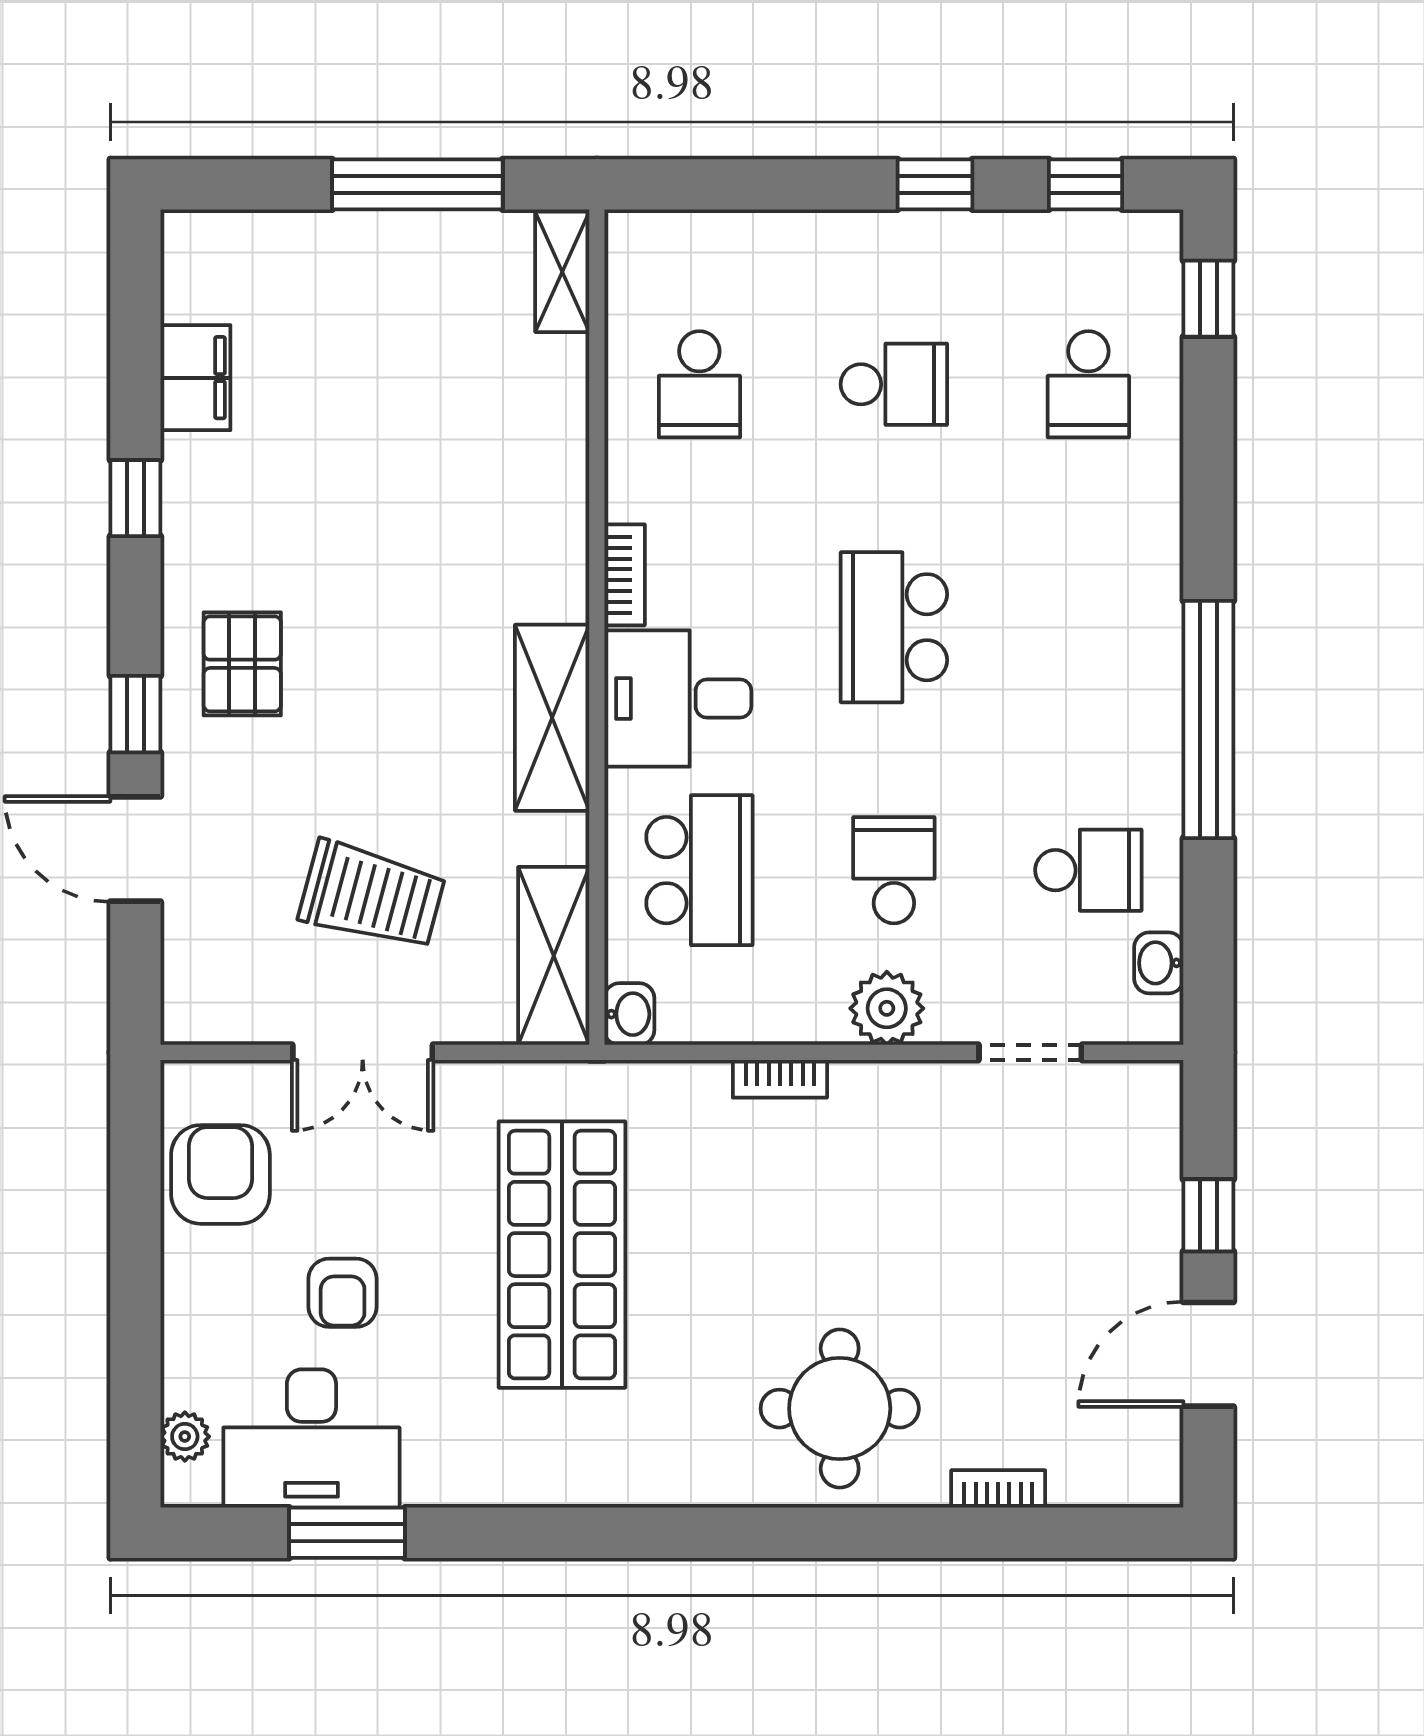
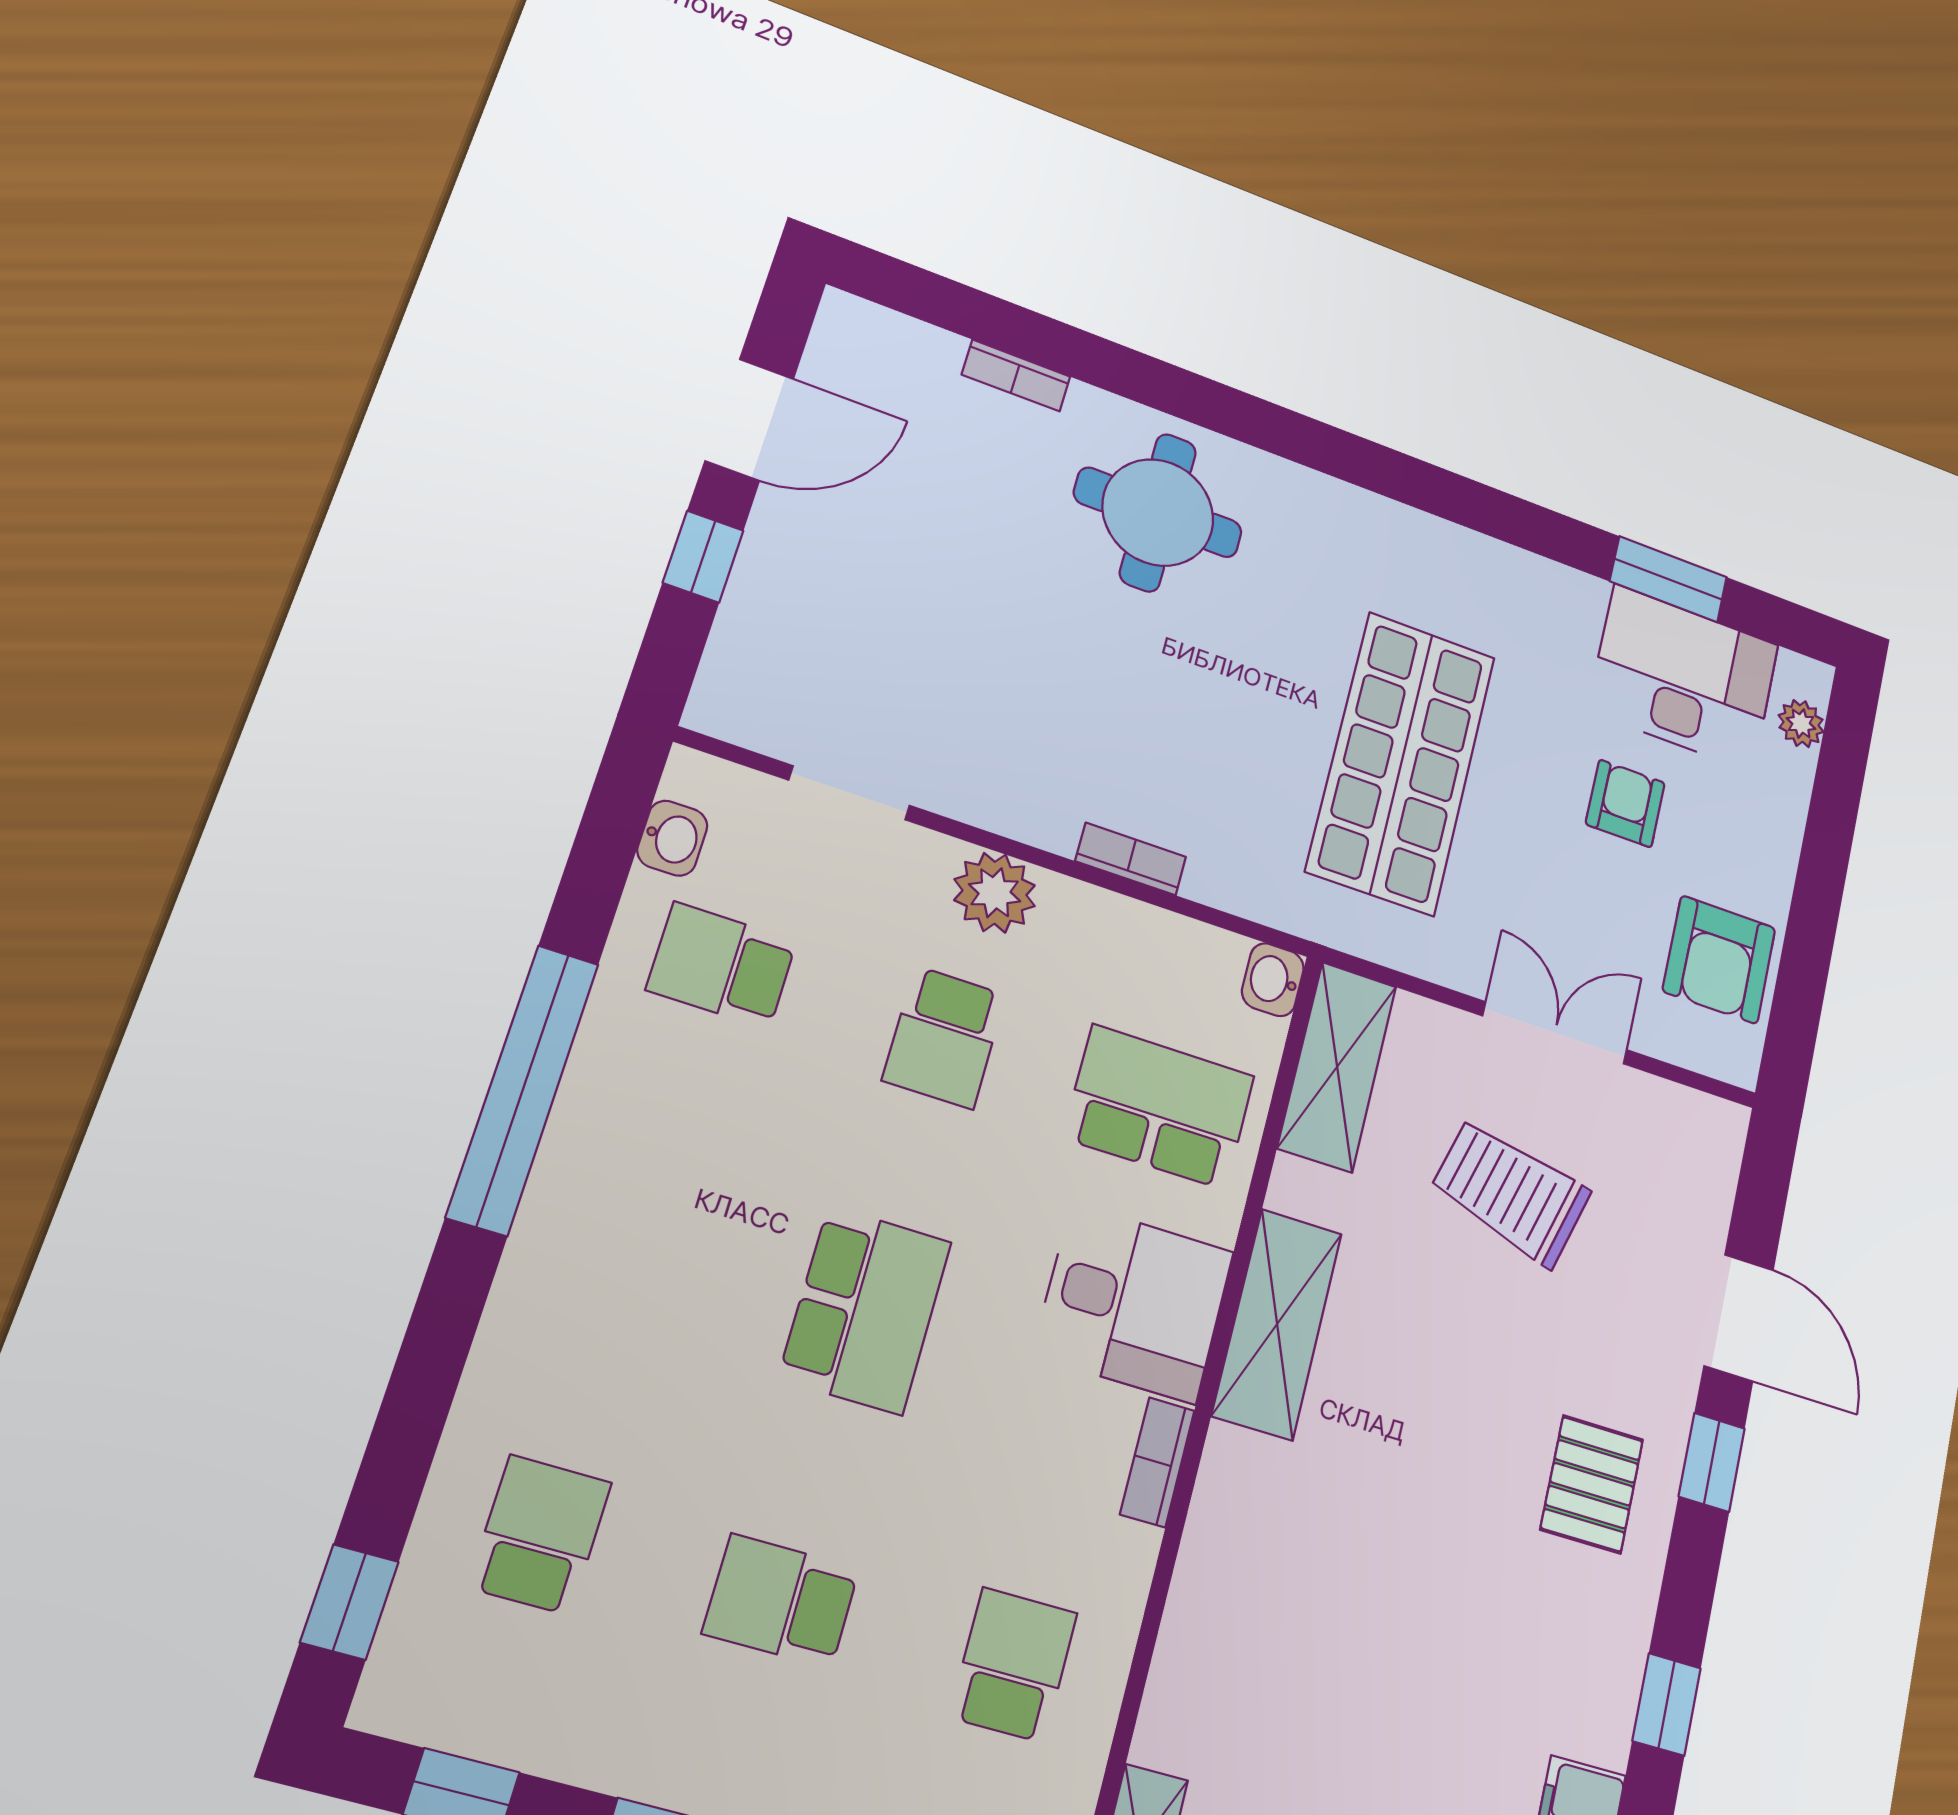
school desk: (699, 870) -> (1159, 1107), turned 90

